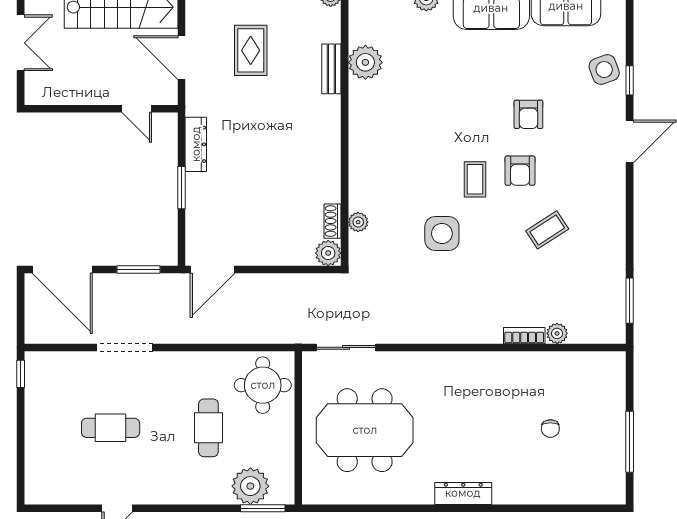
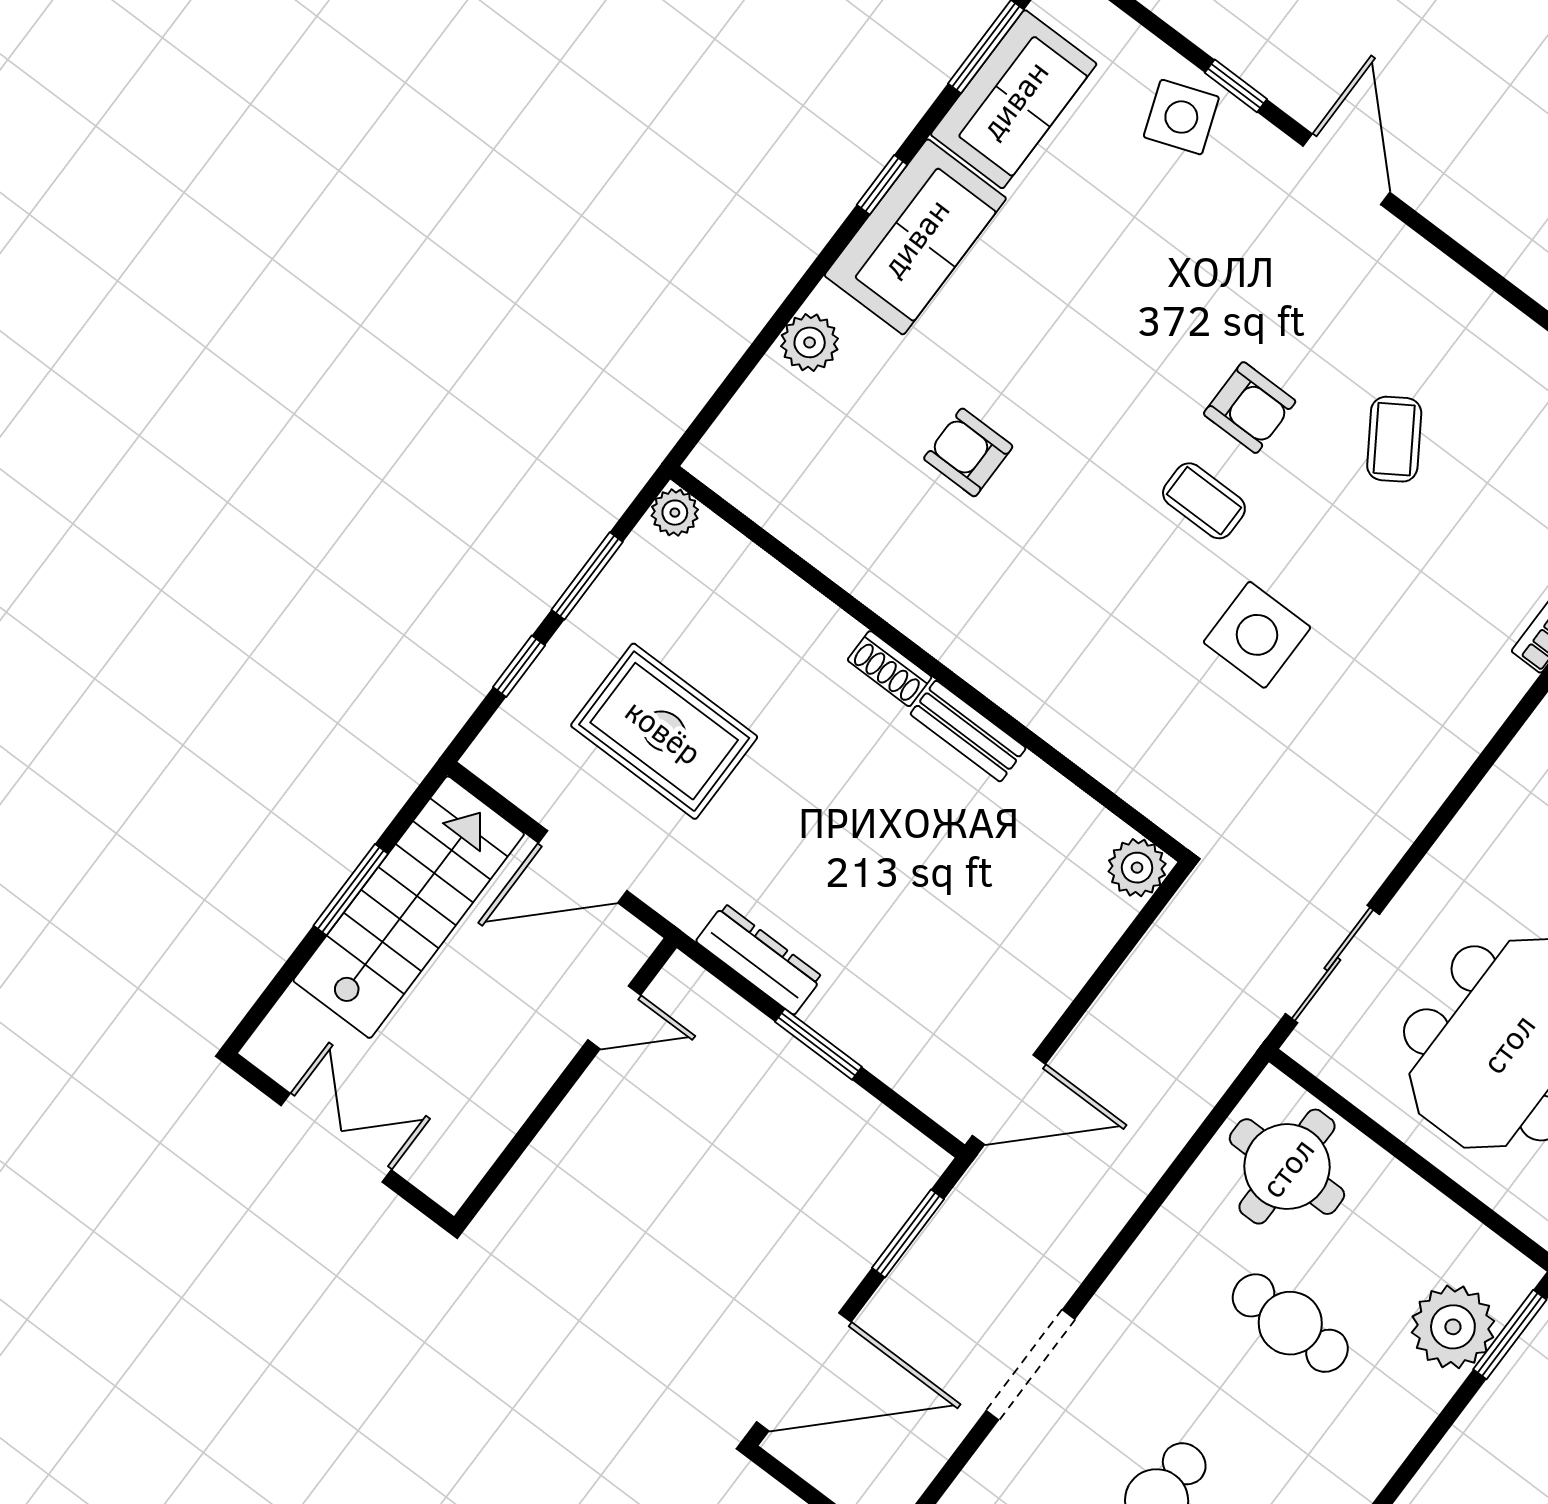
rug: (251, 50) -> (664, 731), width x1.36, depth x1.43
plant: (365, 62) -> (842, 540), removed
bench: (331, 69) -> (968, 731), moved
armchair: (528, 114) -> (968, 452), moved, turned 180
shoe rack: (333, 221) -> (890, 669), moved
plant: (358, 222) -> (1122, 771), removed
door: (212, 269) -> (1009, 1100), hinge flipped

